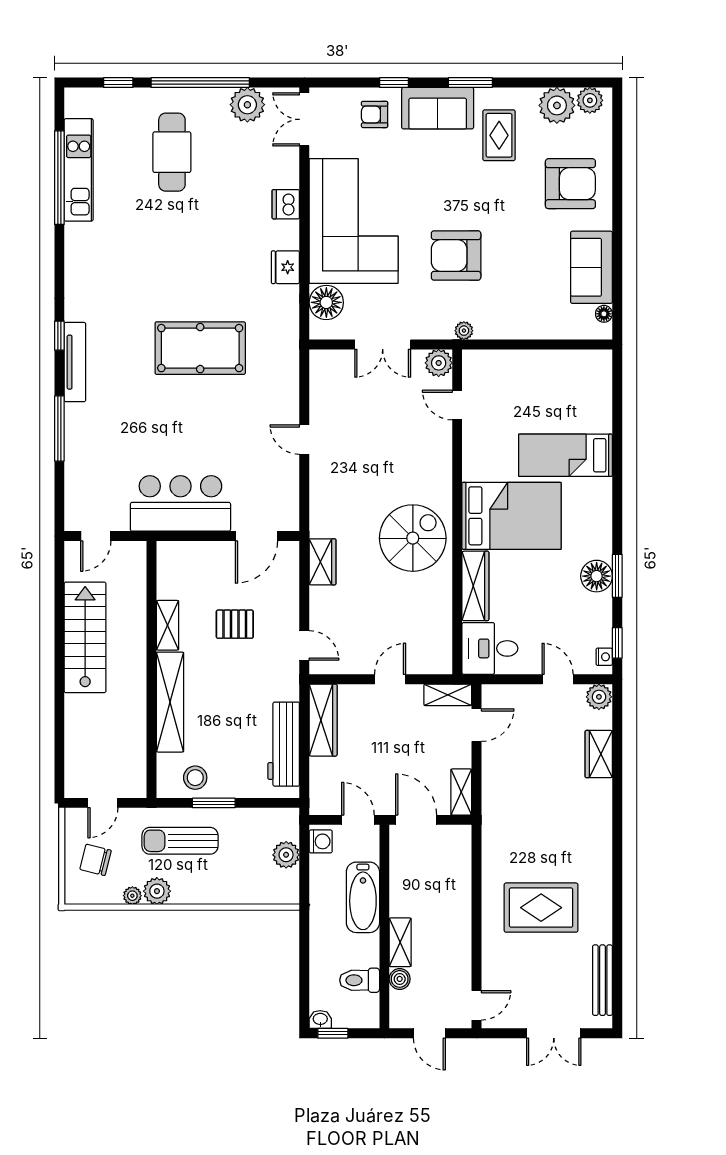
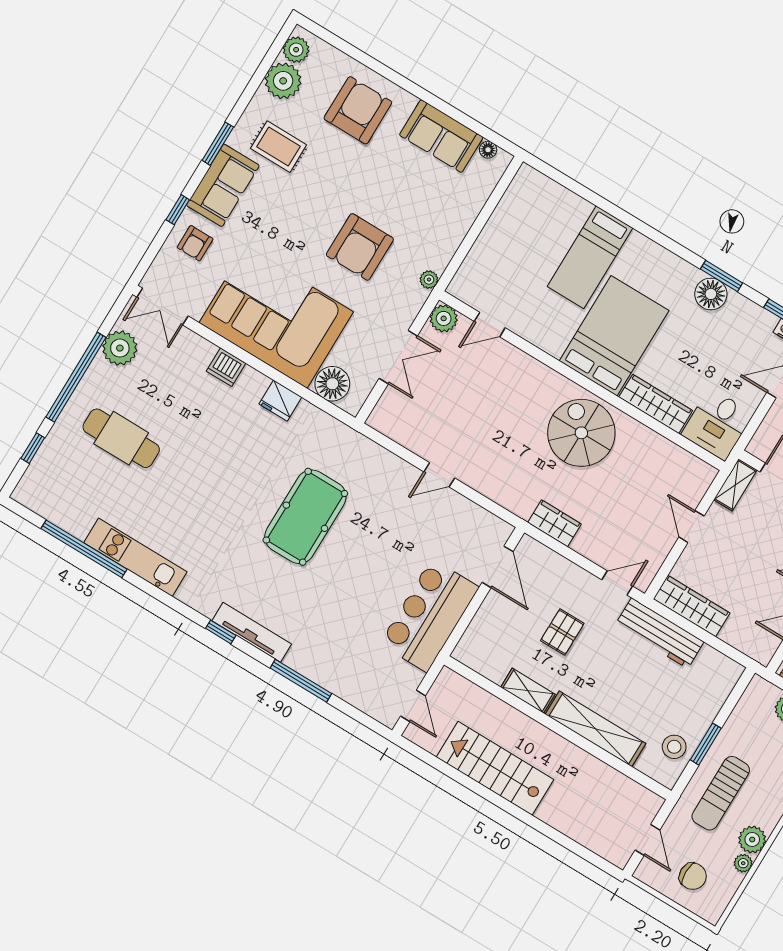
kitchen unit: (79, 170) -> (135, 557), moved
workbench: (284, 744) -> (660, 633), moved
chair: (95, 860) -> (693, 876), turned -104

